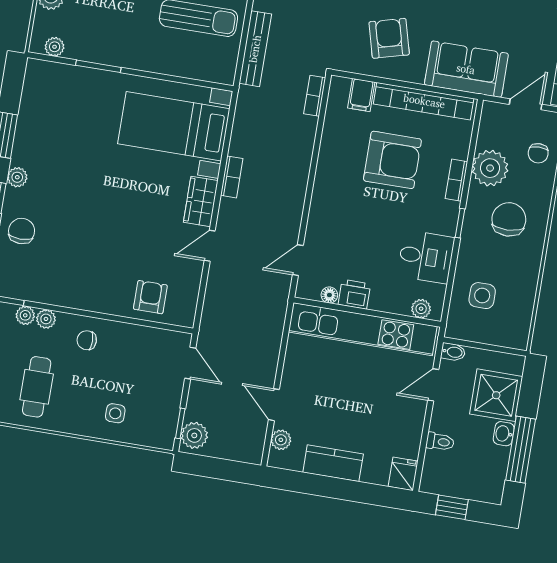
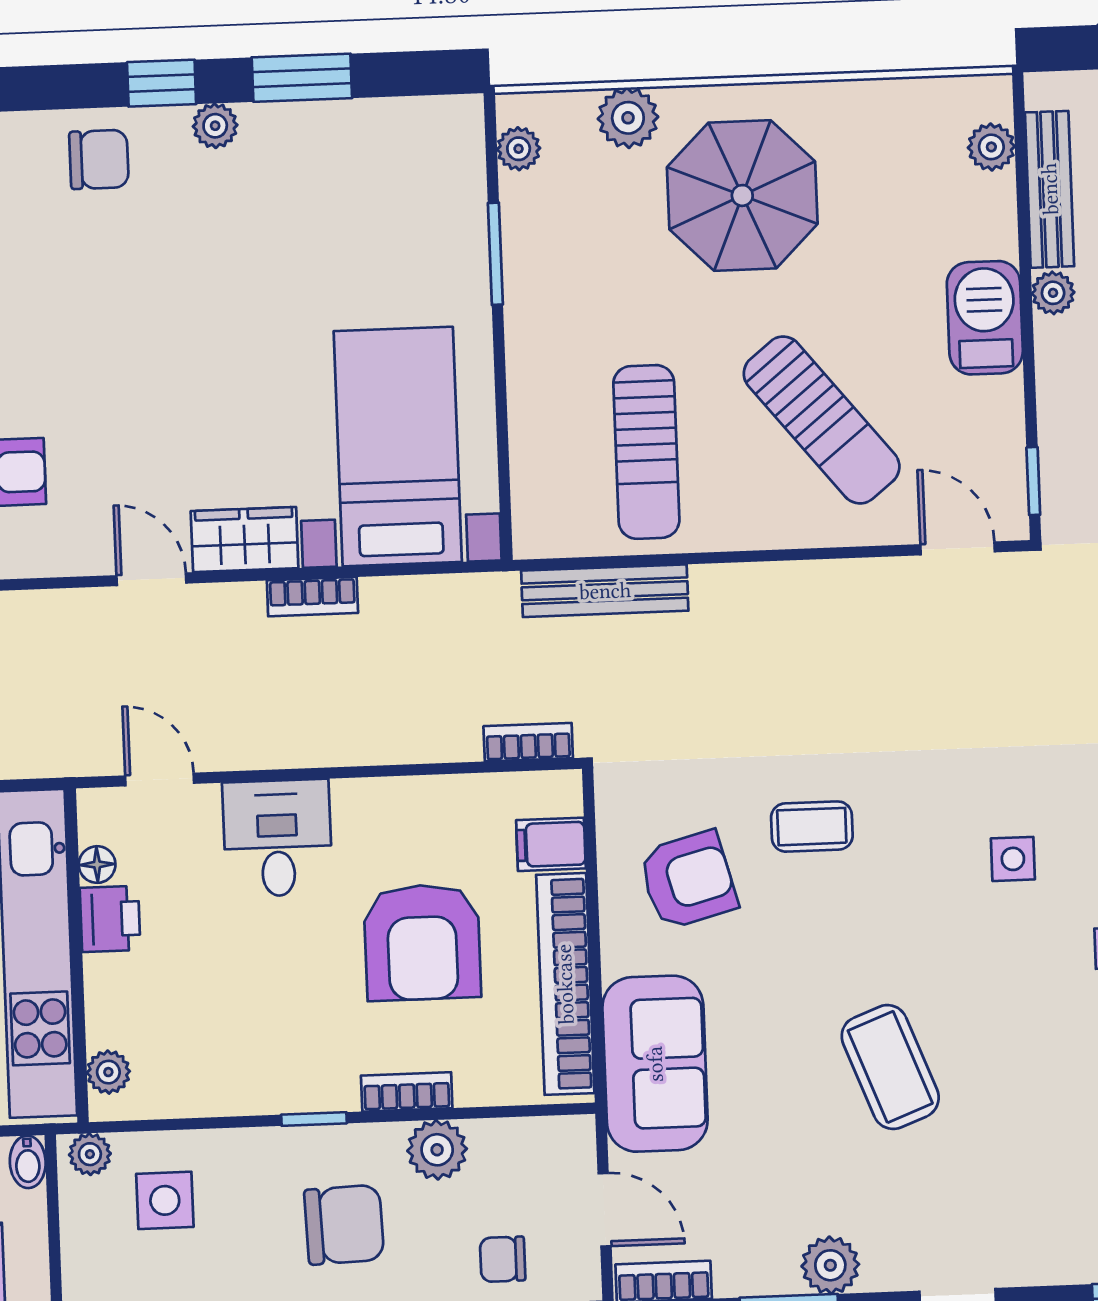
plant: (490, 168) -> (437, 1150), width x0.73, depth x0.73
desk: (426, 257) -> (277, 838), moved, turned 180
plant: (455, 324) -> (90, 1154), added

